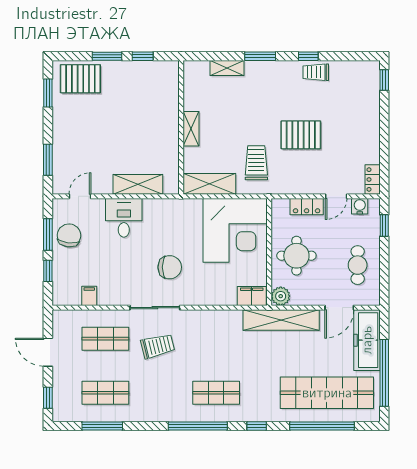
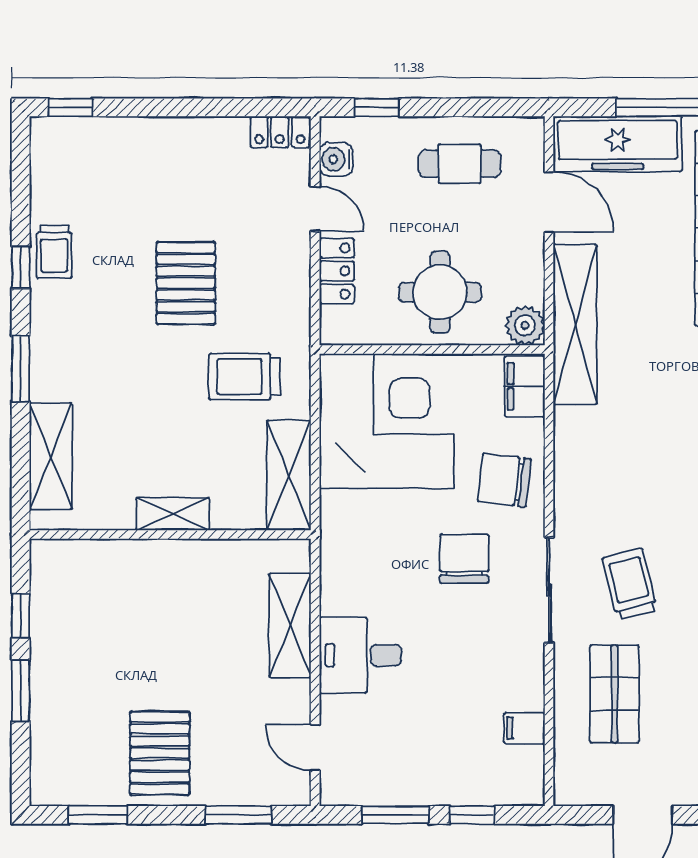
shelving: (227, 68) -> (51, 456), width x1.50, depth x1.33
pallet: (80, 79) -> (160, 753), moved
chair: (69, 235) -> (504, 480), moved

